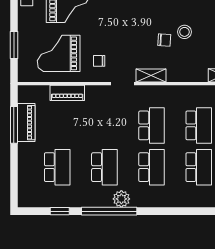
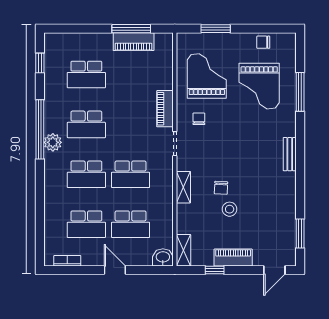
shelving: (151, 75) -> (183, 187), moved
piano: (67, 93) -> (165, 109), moved
window: (60, 211) -> (40, 63), moved

